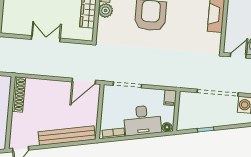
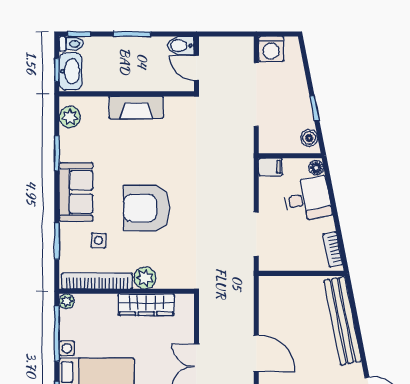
door: (84, 81) -> (256, 353), moved
desk: (142, 120) -> (307, 199), width x0.73
boiler: (187, 124) -> (309, 138), added

